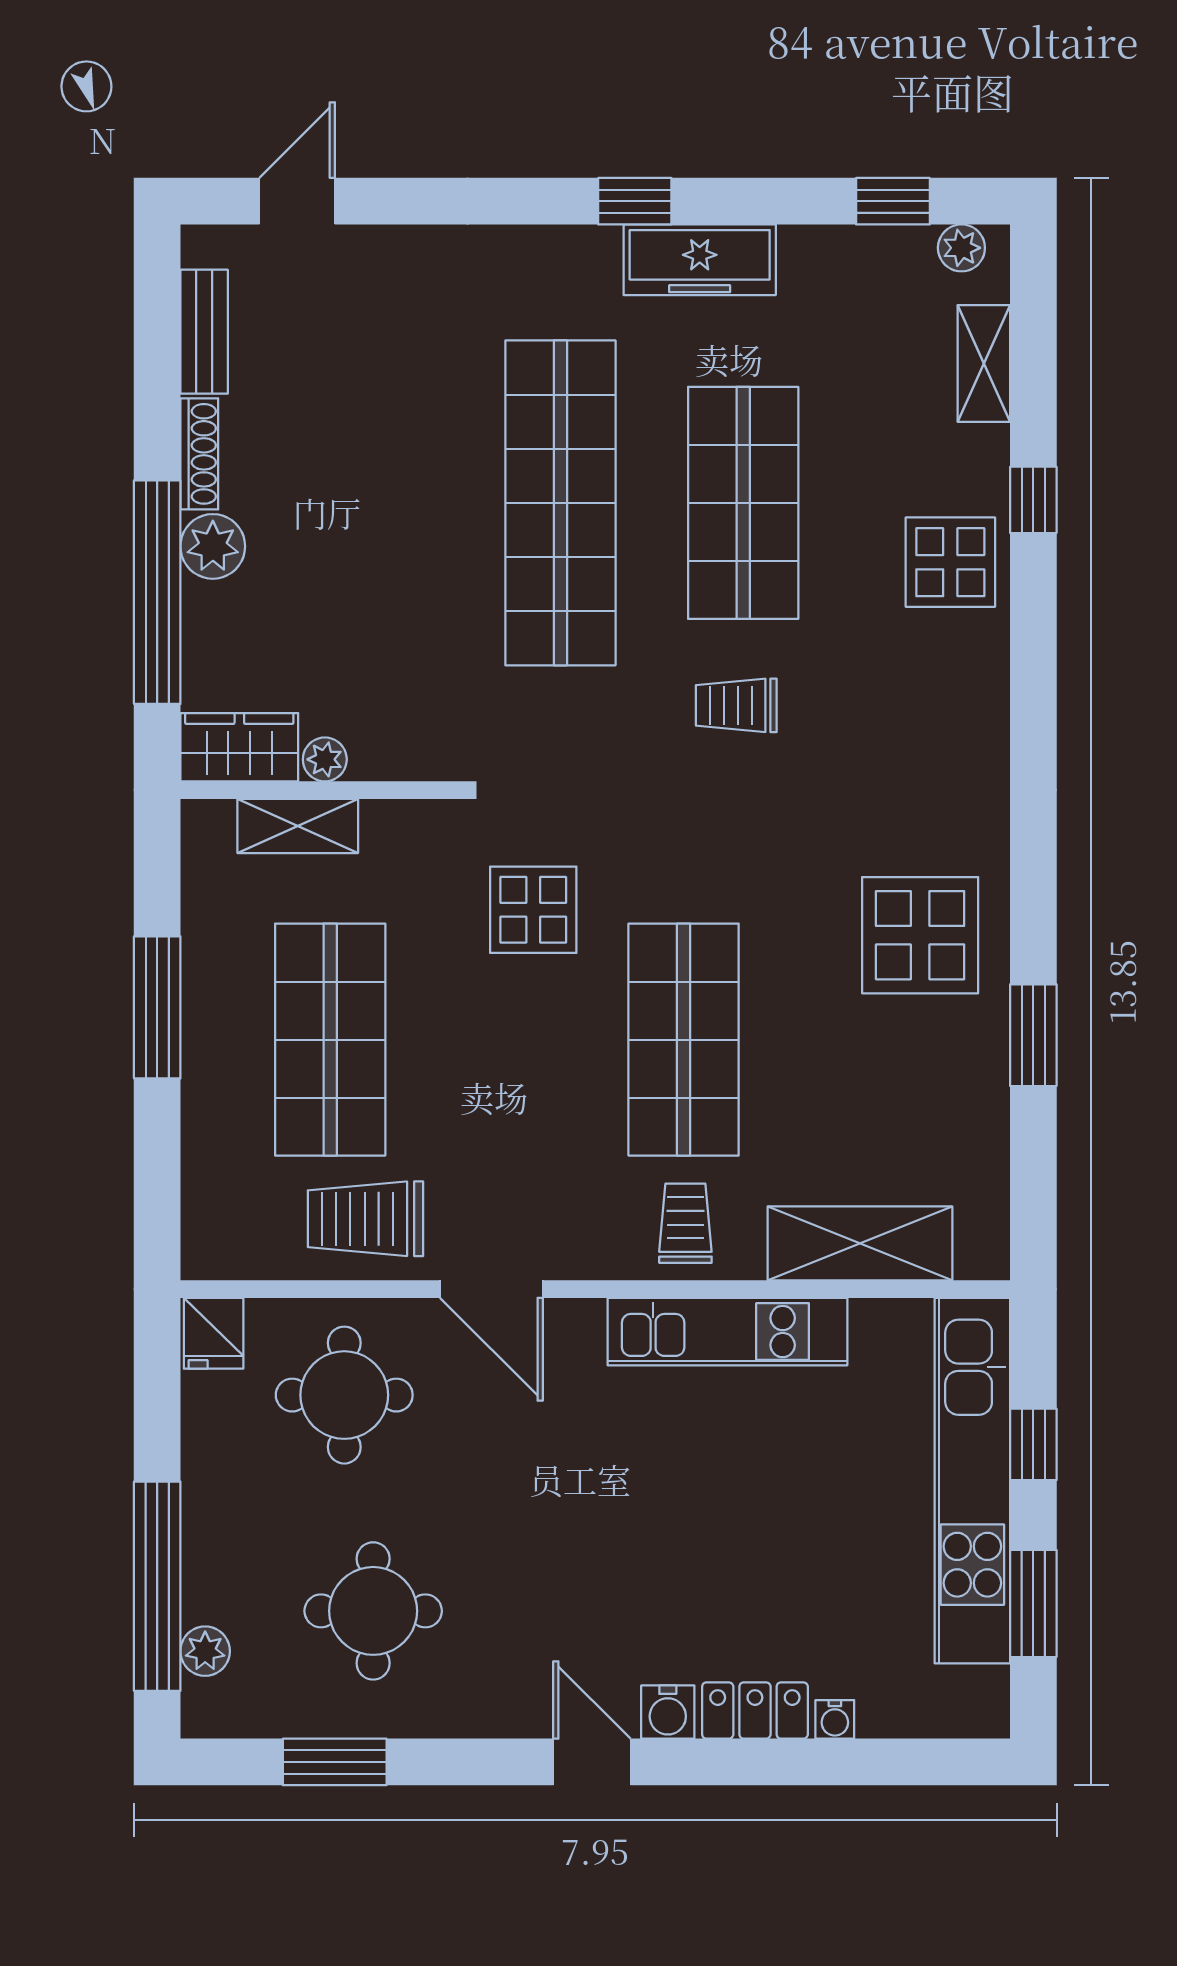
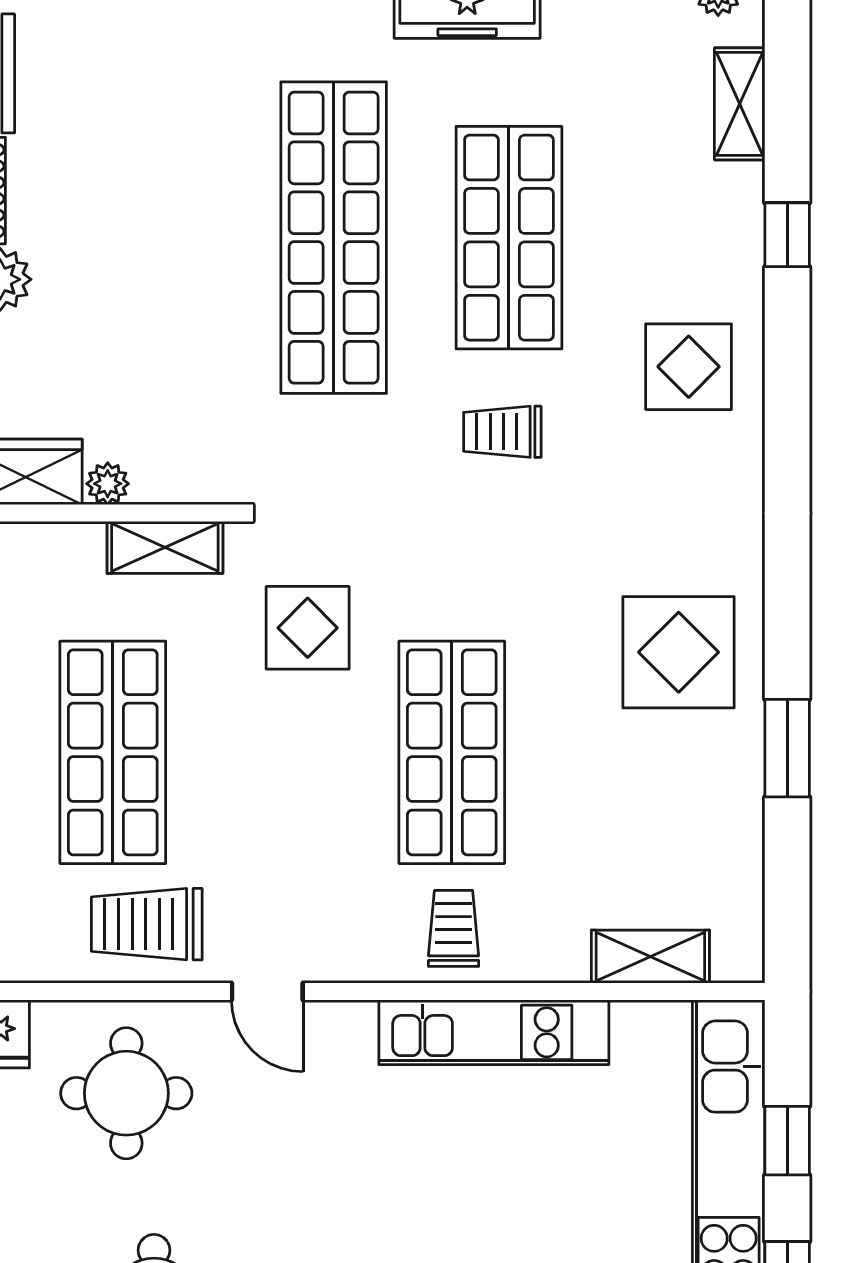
display table: (950, 562) -> (689, 367), moved
shelving: (298, 826) -> (165, 547), moved
shelving: (860, 1243) -> (650, 957), width x0.67, depth x0.75
door: (491, 1289) -> (267, 992), width x0.73

